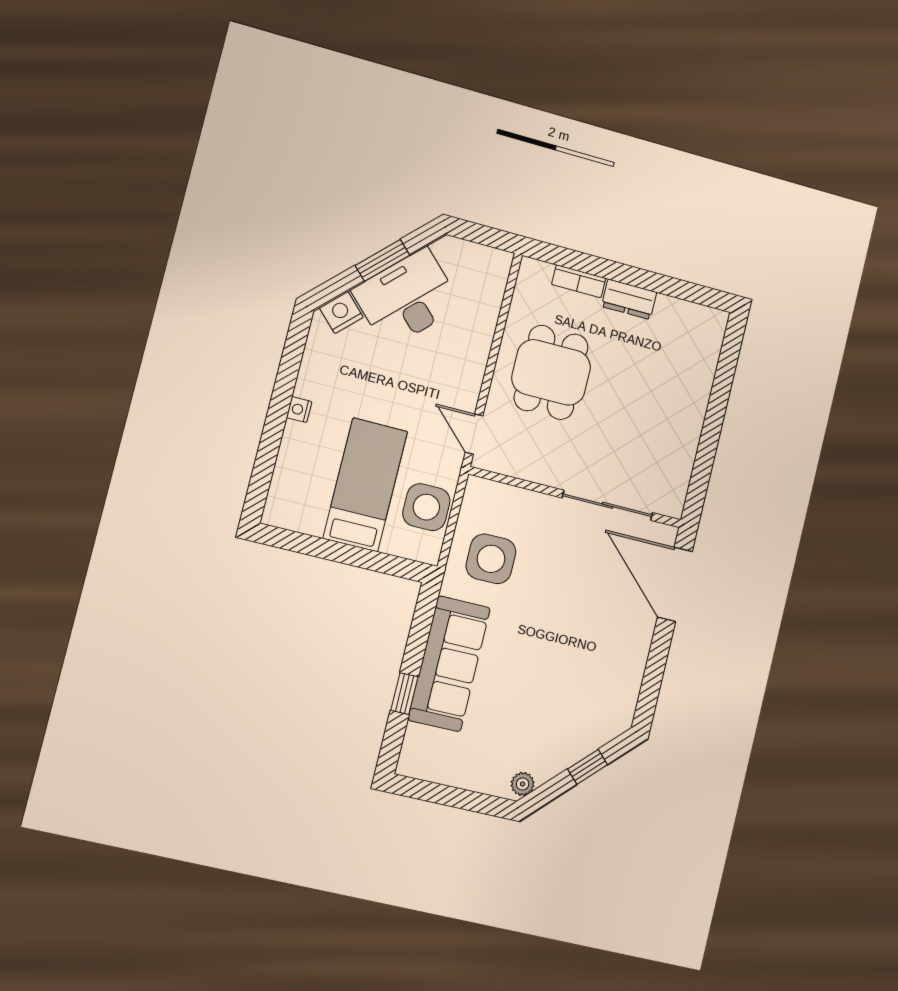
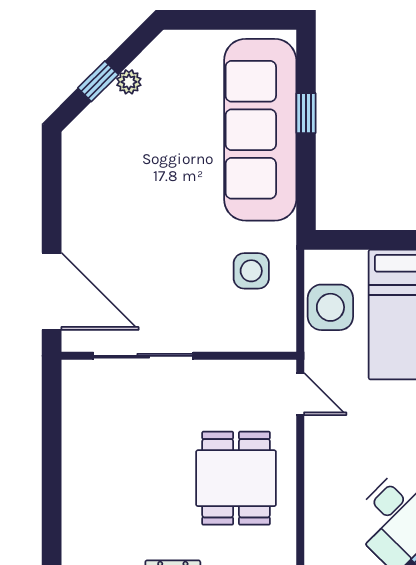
side table: (491, 559) -> (251, 271), width x0.73, depth x0.73
sofa: (449, 664) -> (260, 130), width x1.36, depth x1.27
plant: (523, 784) -> (129, 82), moved

